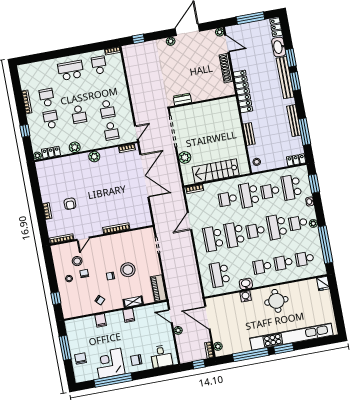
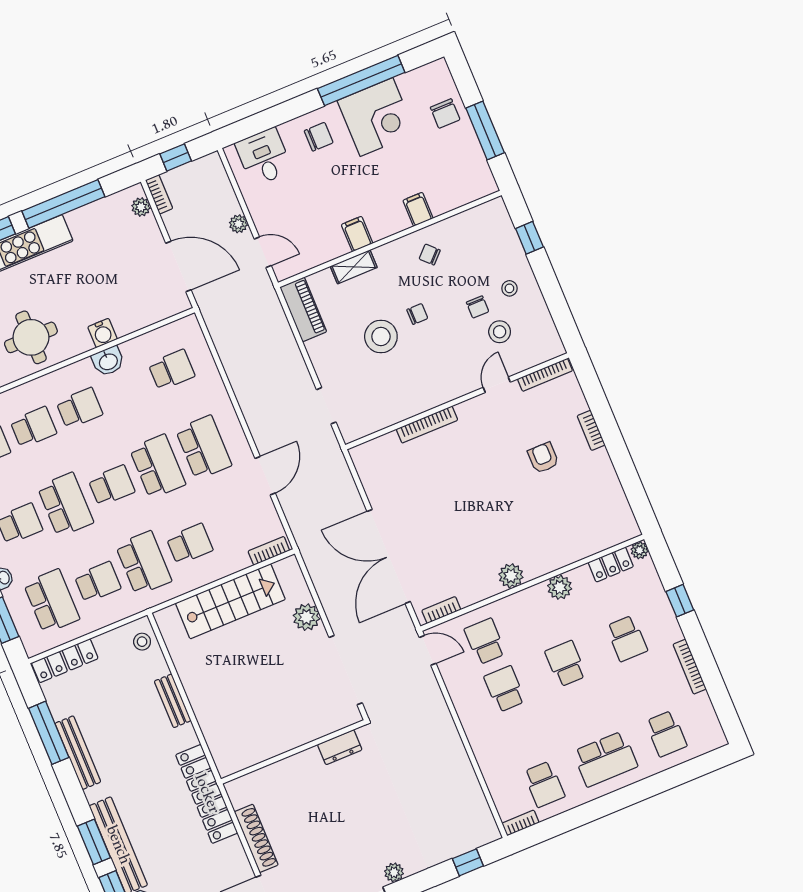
school desk: (47, 98) -> (666, 734), moved
door: (136, 132) -> (428, 650), swing flipped
locker: (296, 160) -> (65, 661), width x1.53
school desk: (220, 274) -> (172, 370), width x0.54

